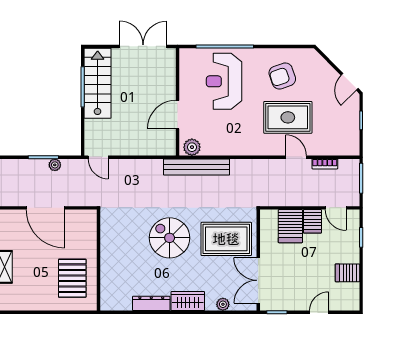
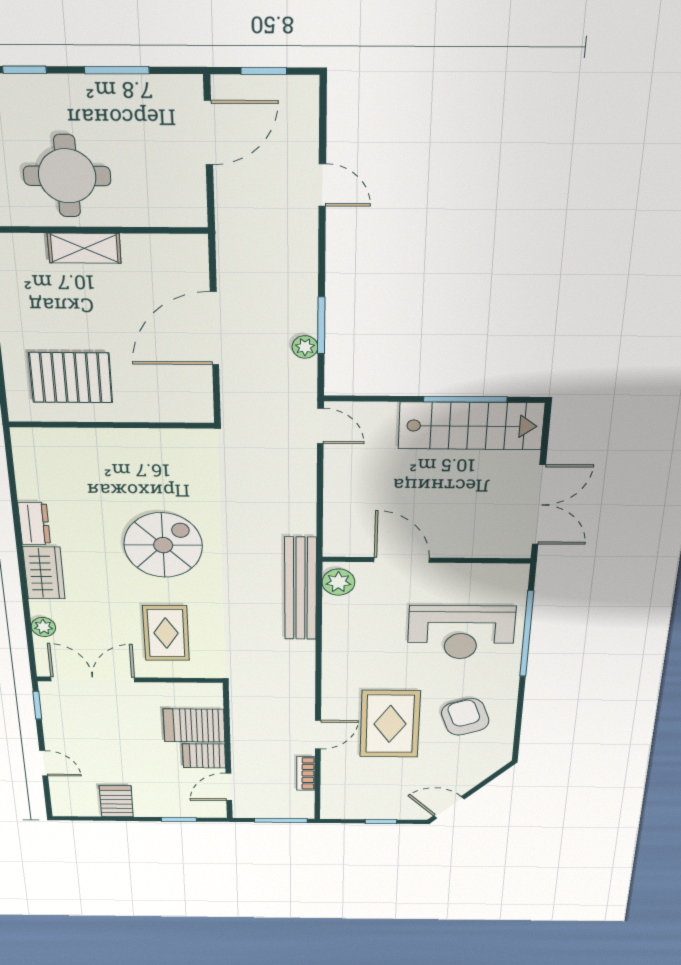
reception desk: (224, 81) -> (461, 632), turned 180
door: (98, 157) -> (320, 426), swing flipped
rug: (226, 239) -> (166, 633), width x0.73, depth x0.70
dresser: (151, 303) -> (34, 524), width x0.70

